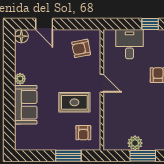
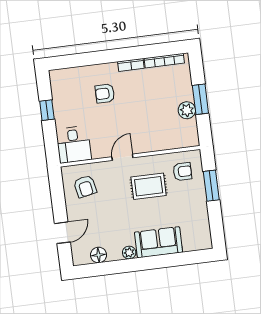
floor lamp: (21, 36) -> (98, 255), moved
desk: (129, 44) -> (74, 144), moved, turned -90
rug: (74, 102) -> (149, 186), turned 90

